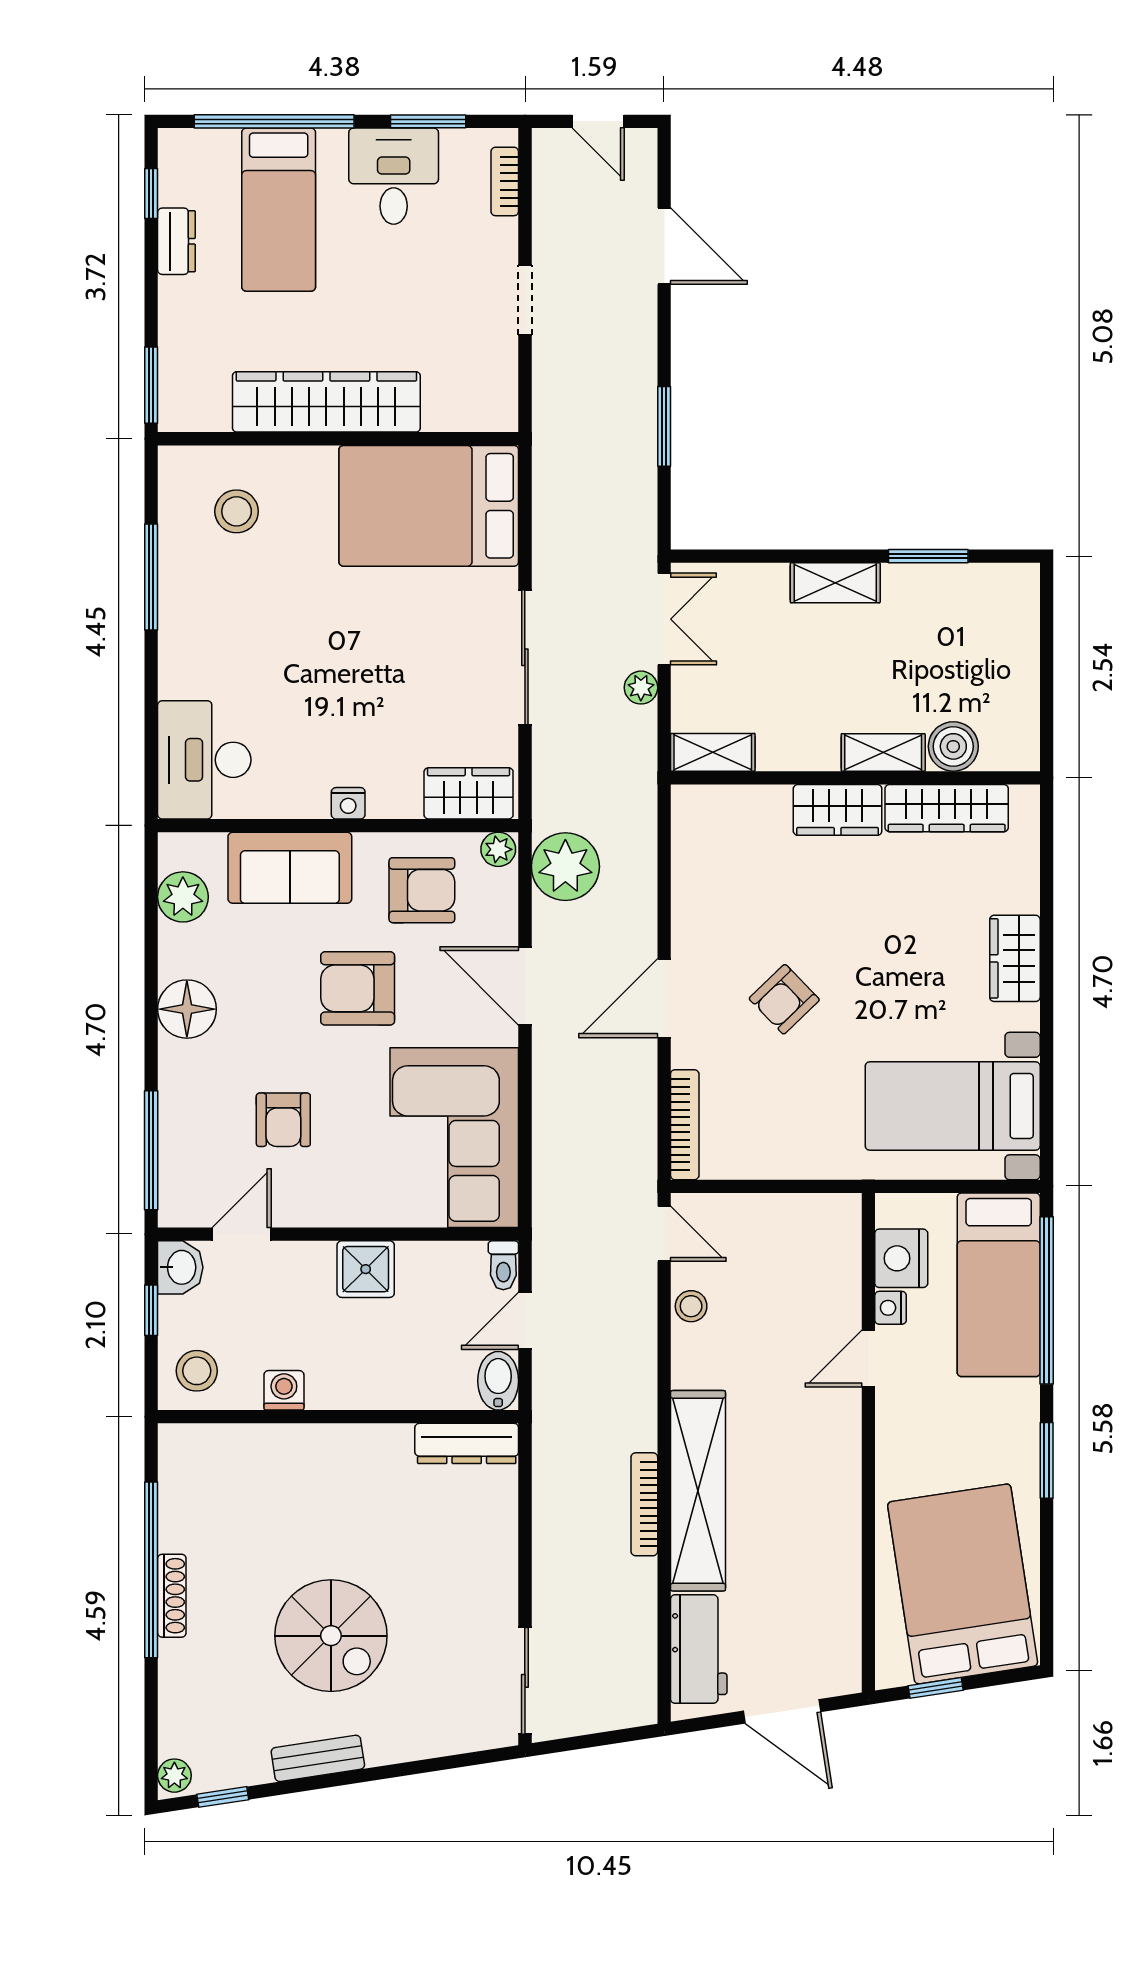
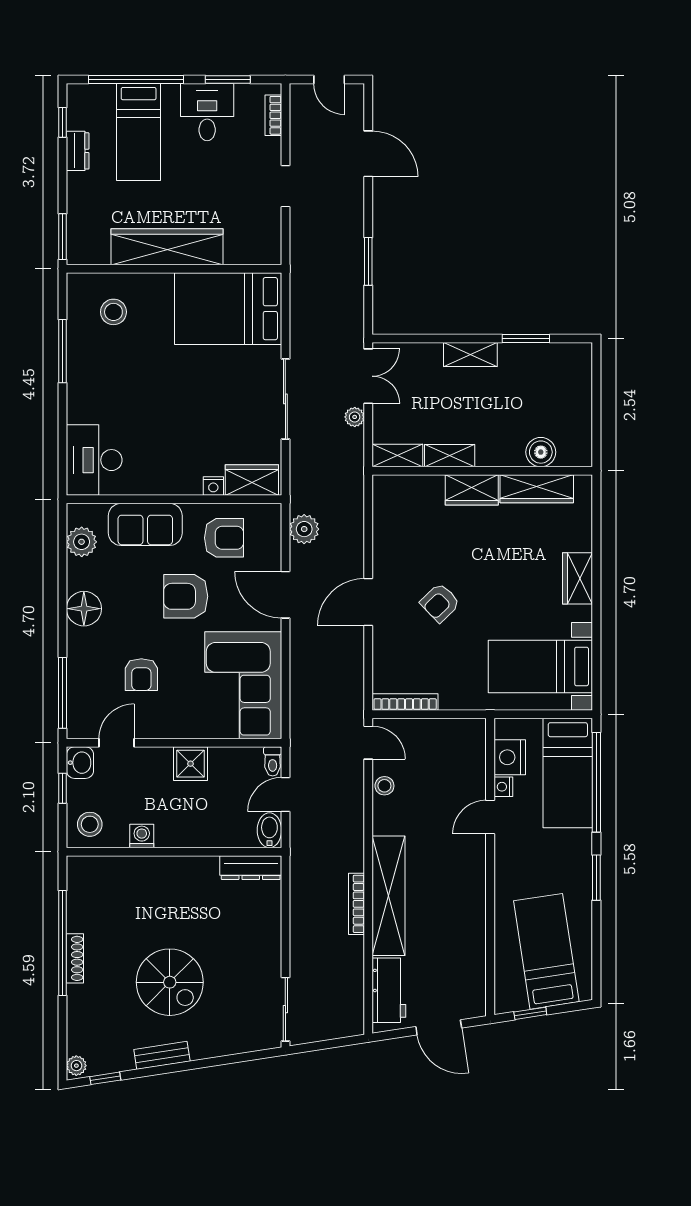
shelving: (883, 752) -> (450, 456), moved
nightstand: (348, 803) -> (213, 486), moved
plant: (498, 849) -> (270, 513), removed
plant: (565, 867) -> (304, 529), width x0.73, depth x0.73
bookcase: (685, 1125) -> (405, 702), moved, turned -90
bed: (963, 1584) -> (546, 951), width x0.67

